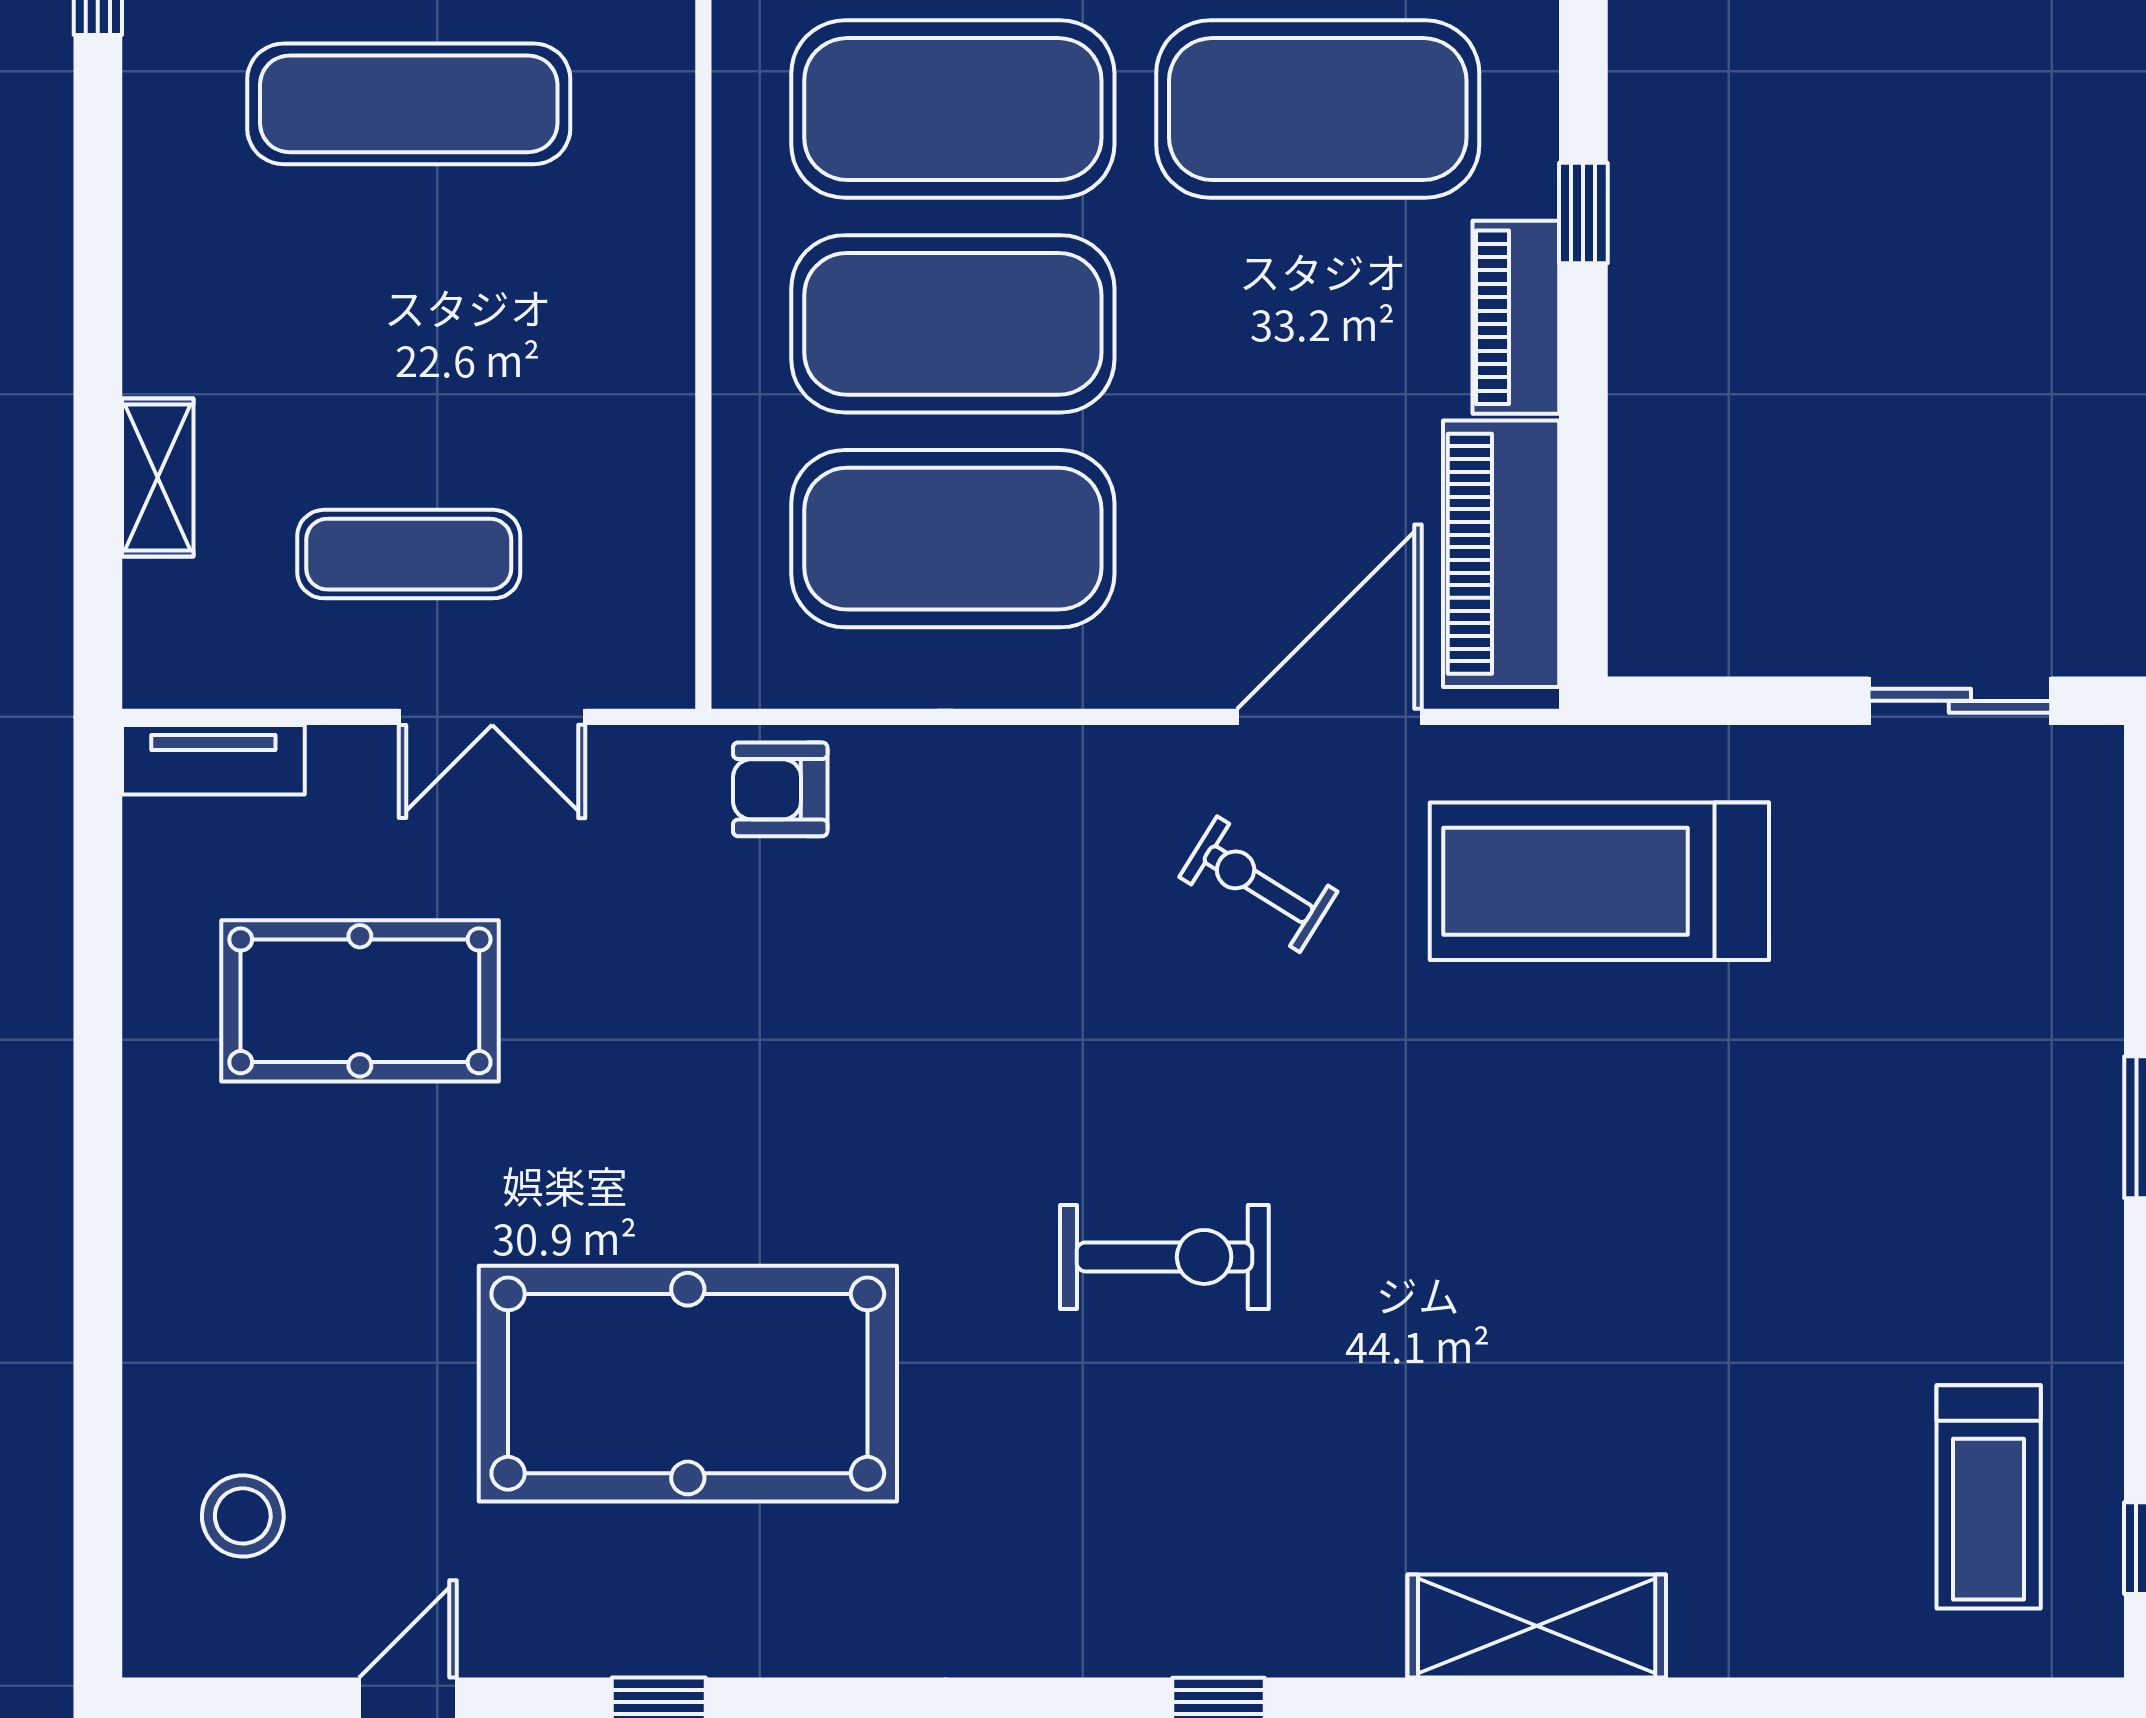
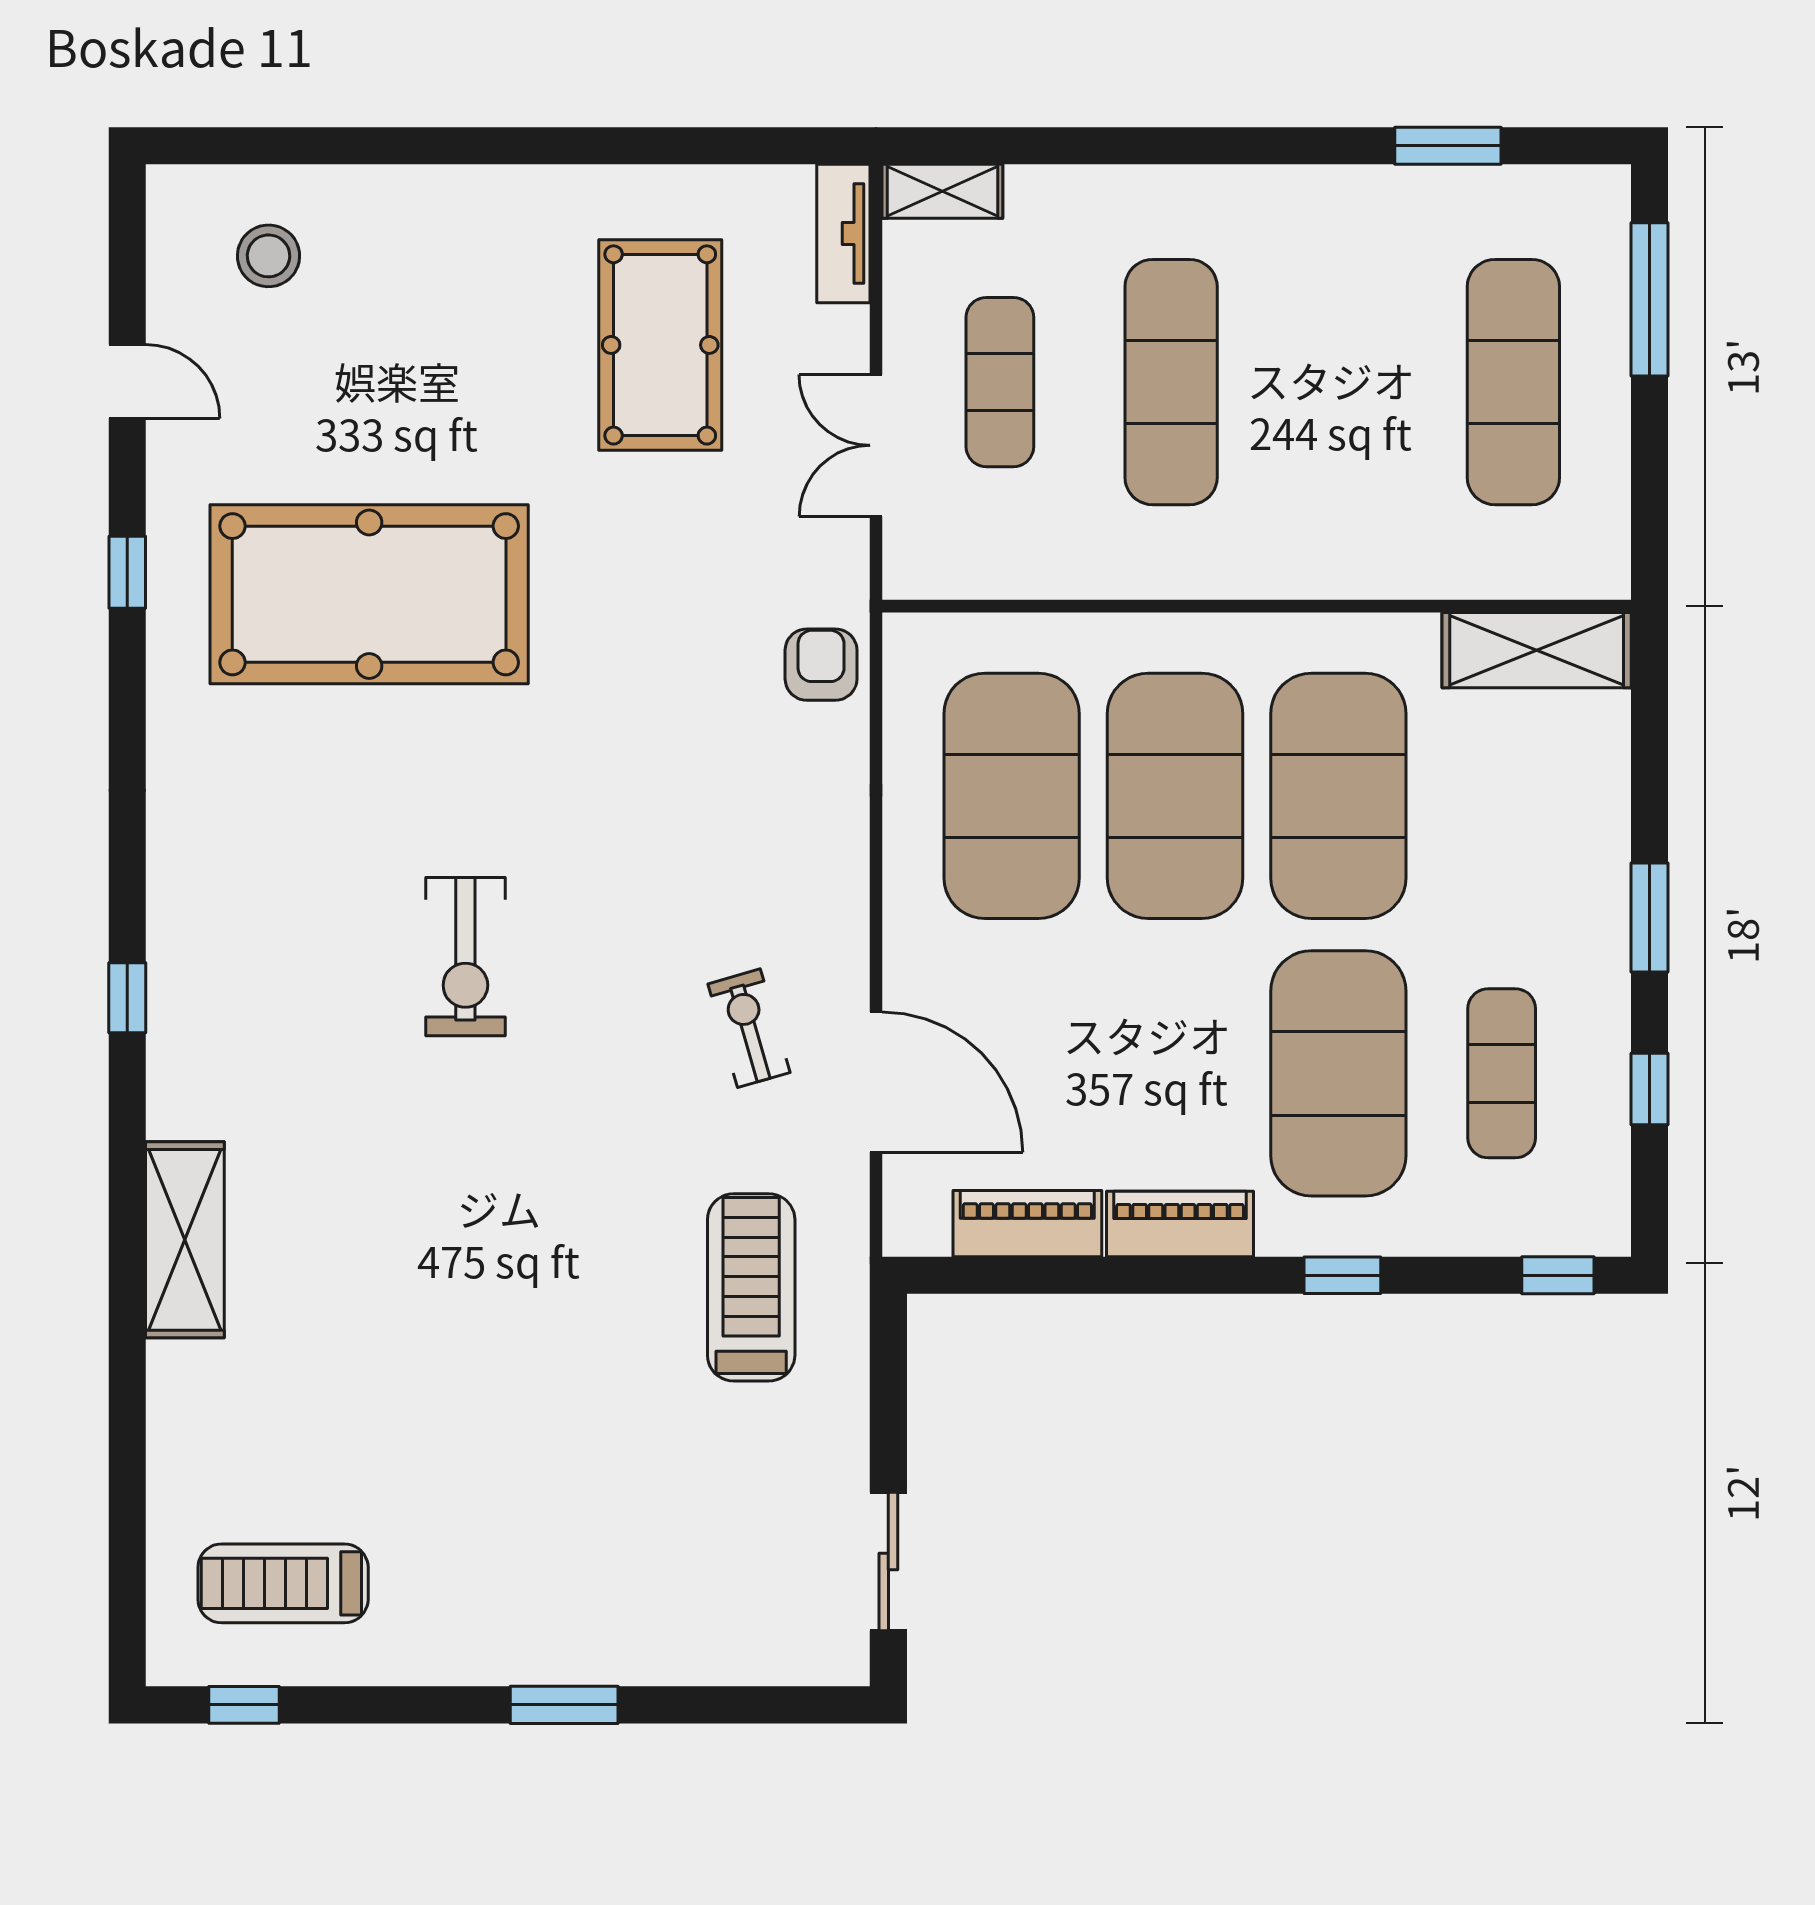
exercise mat: (409, 104) -> (1171, 382), moved
window: (1583, 213) -> (1342, 1275), moved
shelving: (158, 478) -> (942, 191), moved
piano: (1501, 554) -> (1027, 1224), width x0.73, depth x0.75
treadmill: (1599, 881) -> (751, 1287), width x0.73, depth x0.73
exercise bike: (1258, 884) -> (749, 1028), turned -48
pool table: (688, 1384) -> (369, 594), turned 90

